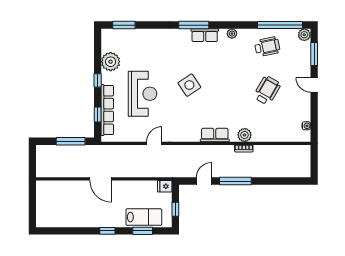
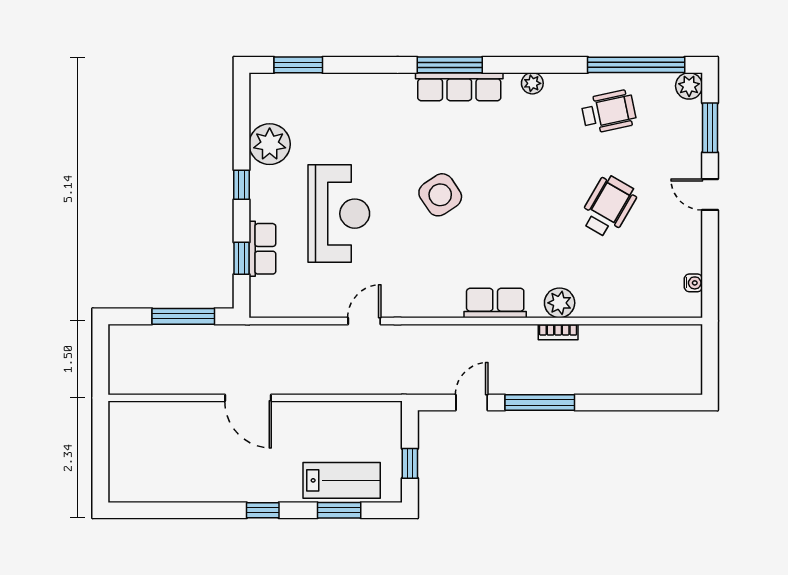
row of seats: (205, 35) -> (459, 87), width x1.48
row of seats: (107, 110) -> (262, 249), width x0.50
fridge: (165, 186) -> (387, 414), removed

